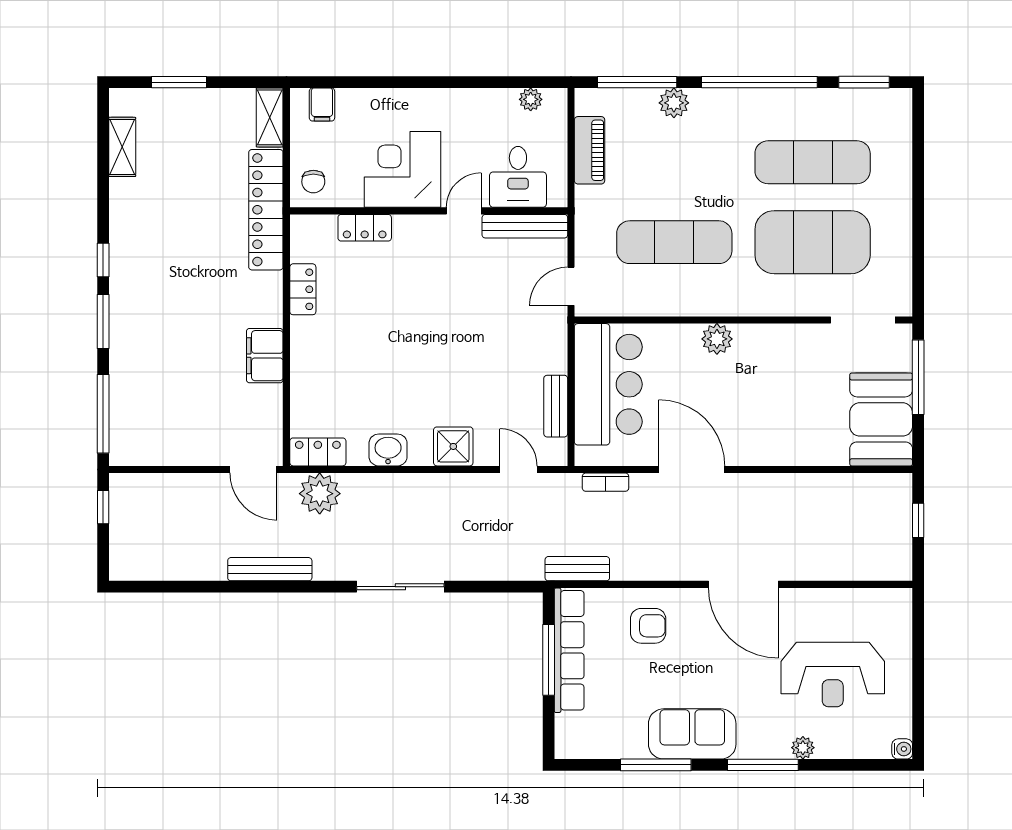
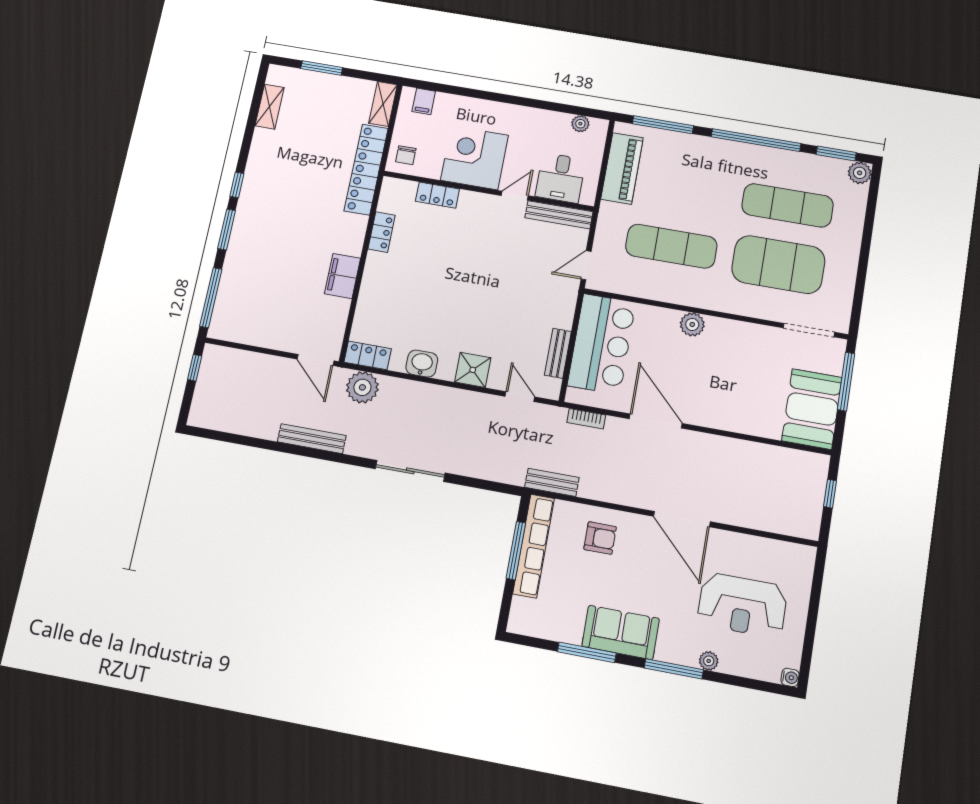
plant: (674, 103) -> (860, 173), moved
piano: (590, 150) -> (622, 168), width x1.37, depth x1.33

